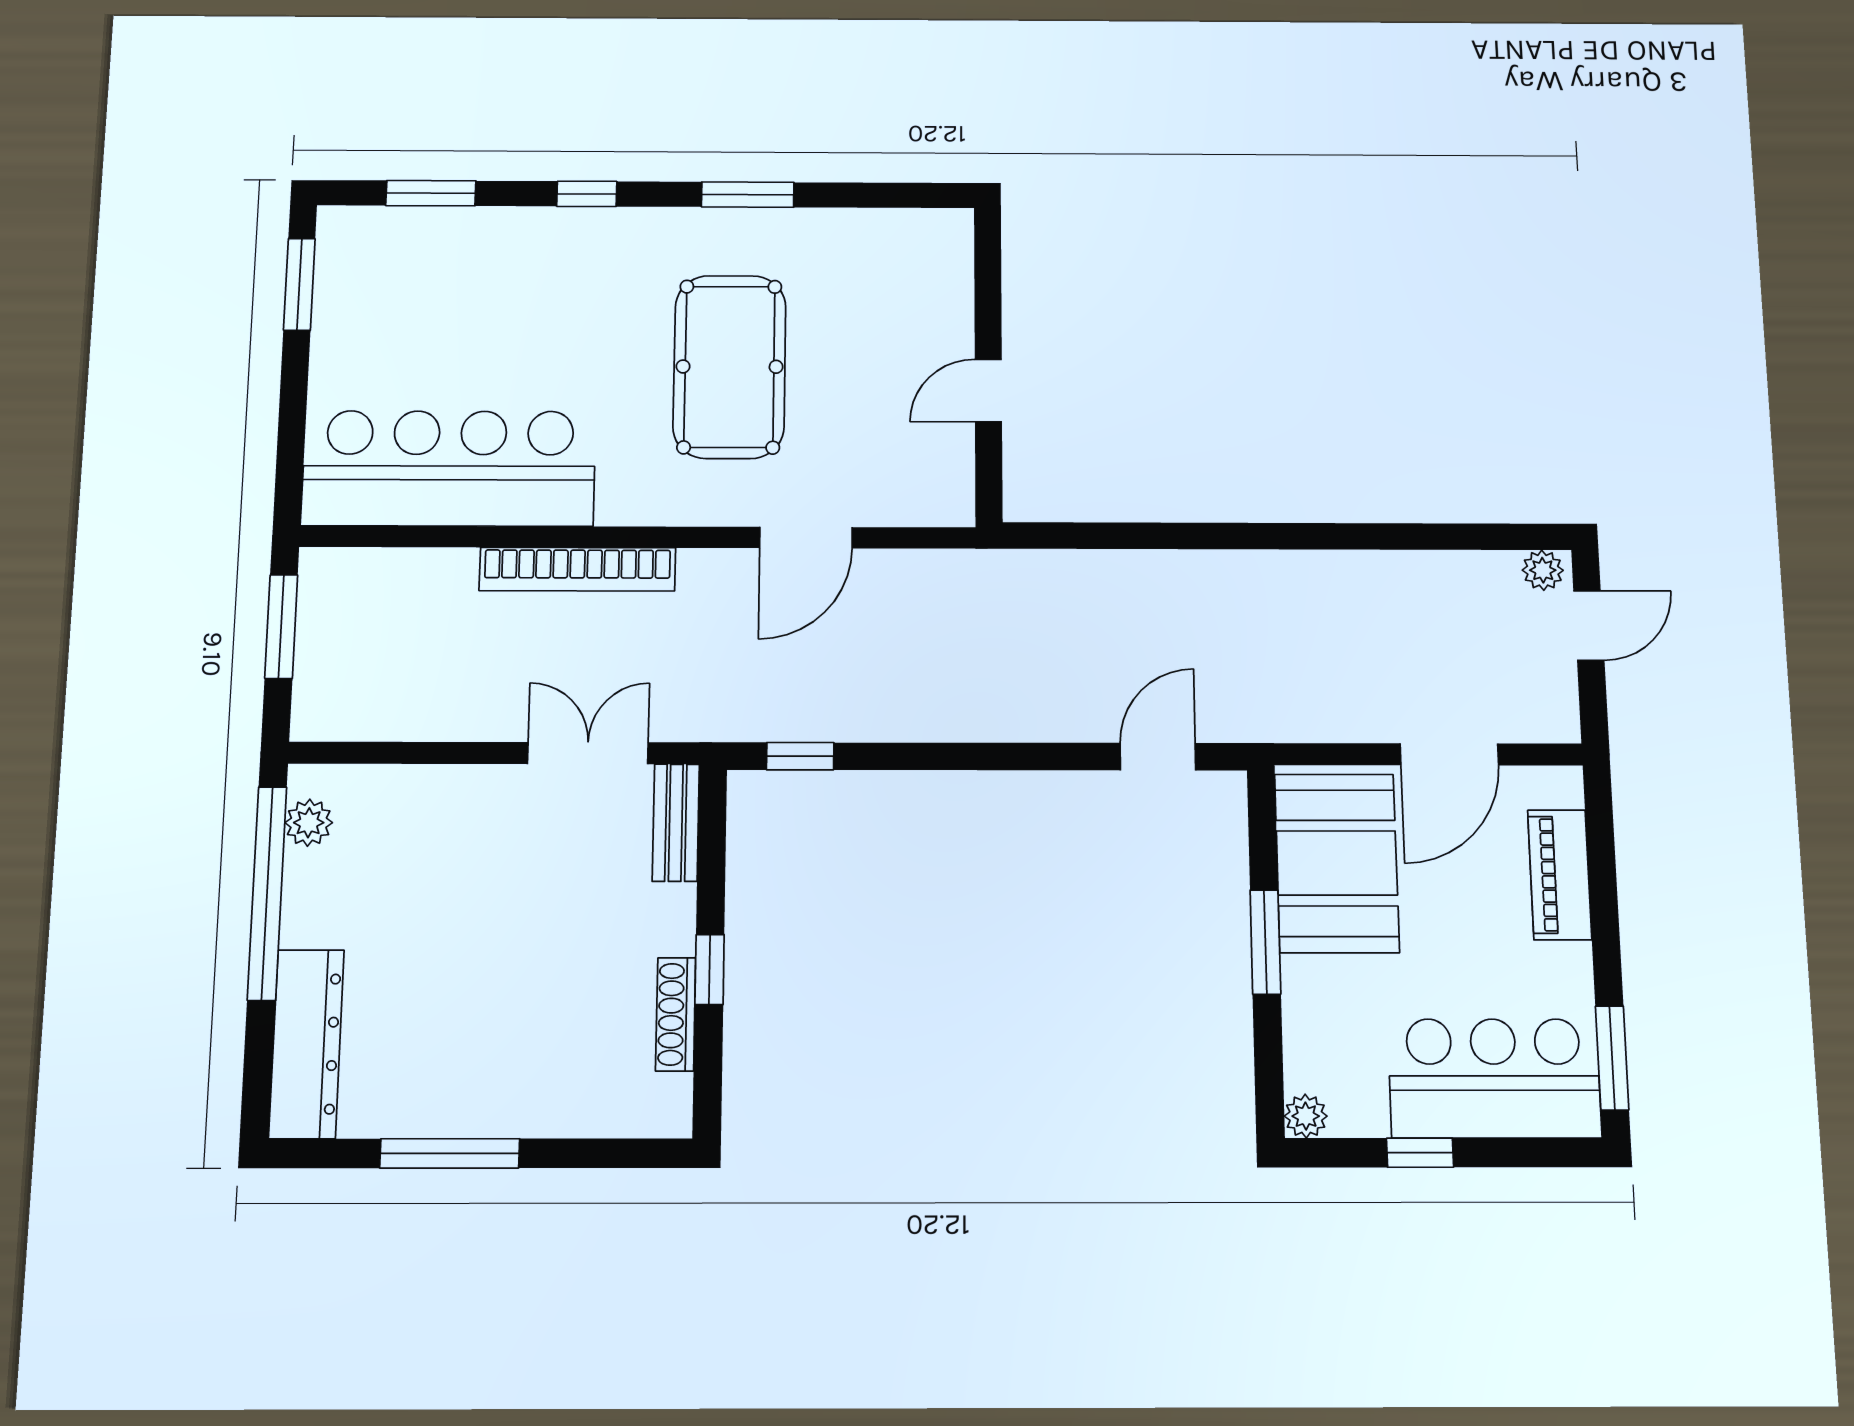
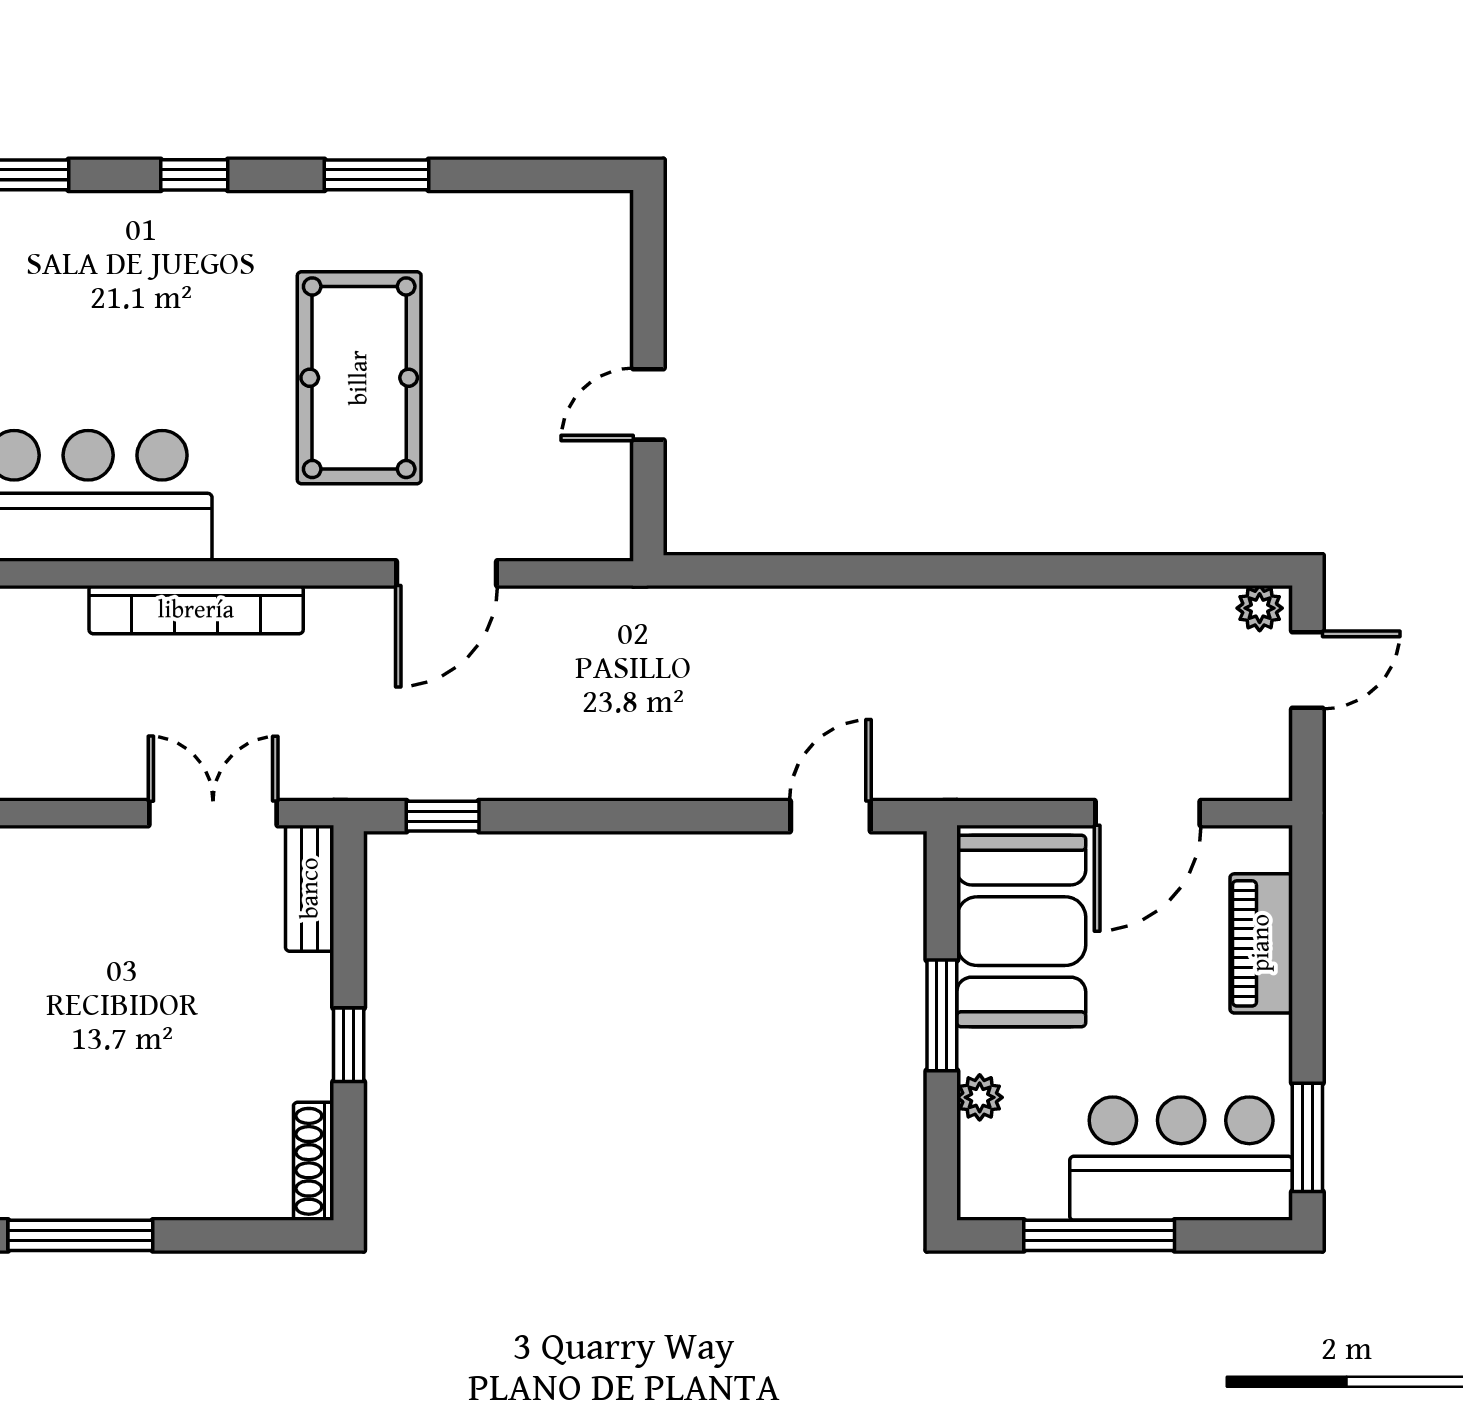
shoe rack: (676, 1014) -> (314, 1161), moved
plant: (1306, 1116) -> (980, 1097), moved
window: (1420, 1153) -> (1099, 1235), width x2.17

